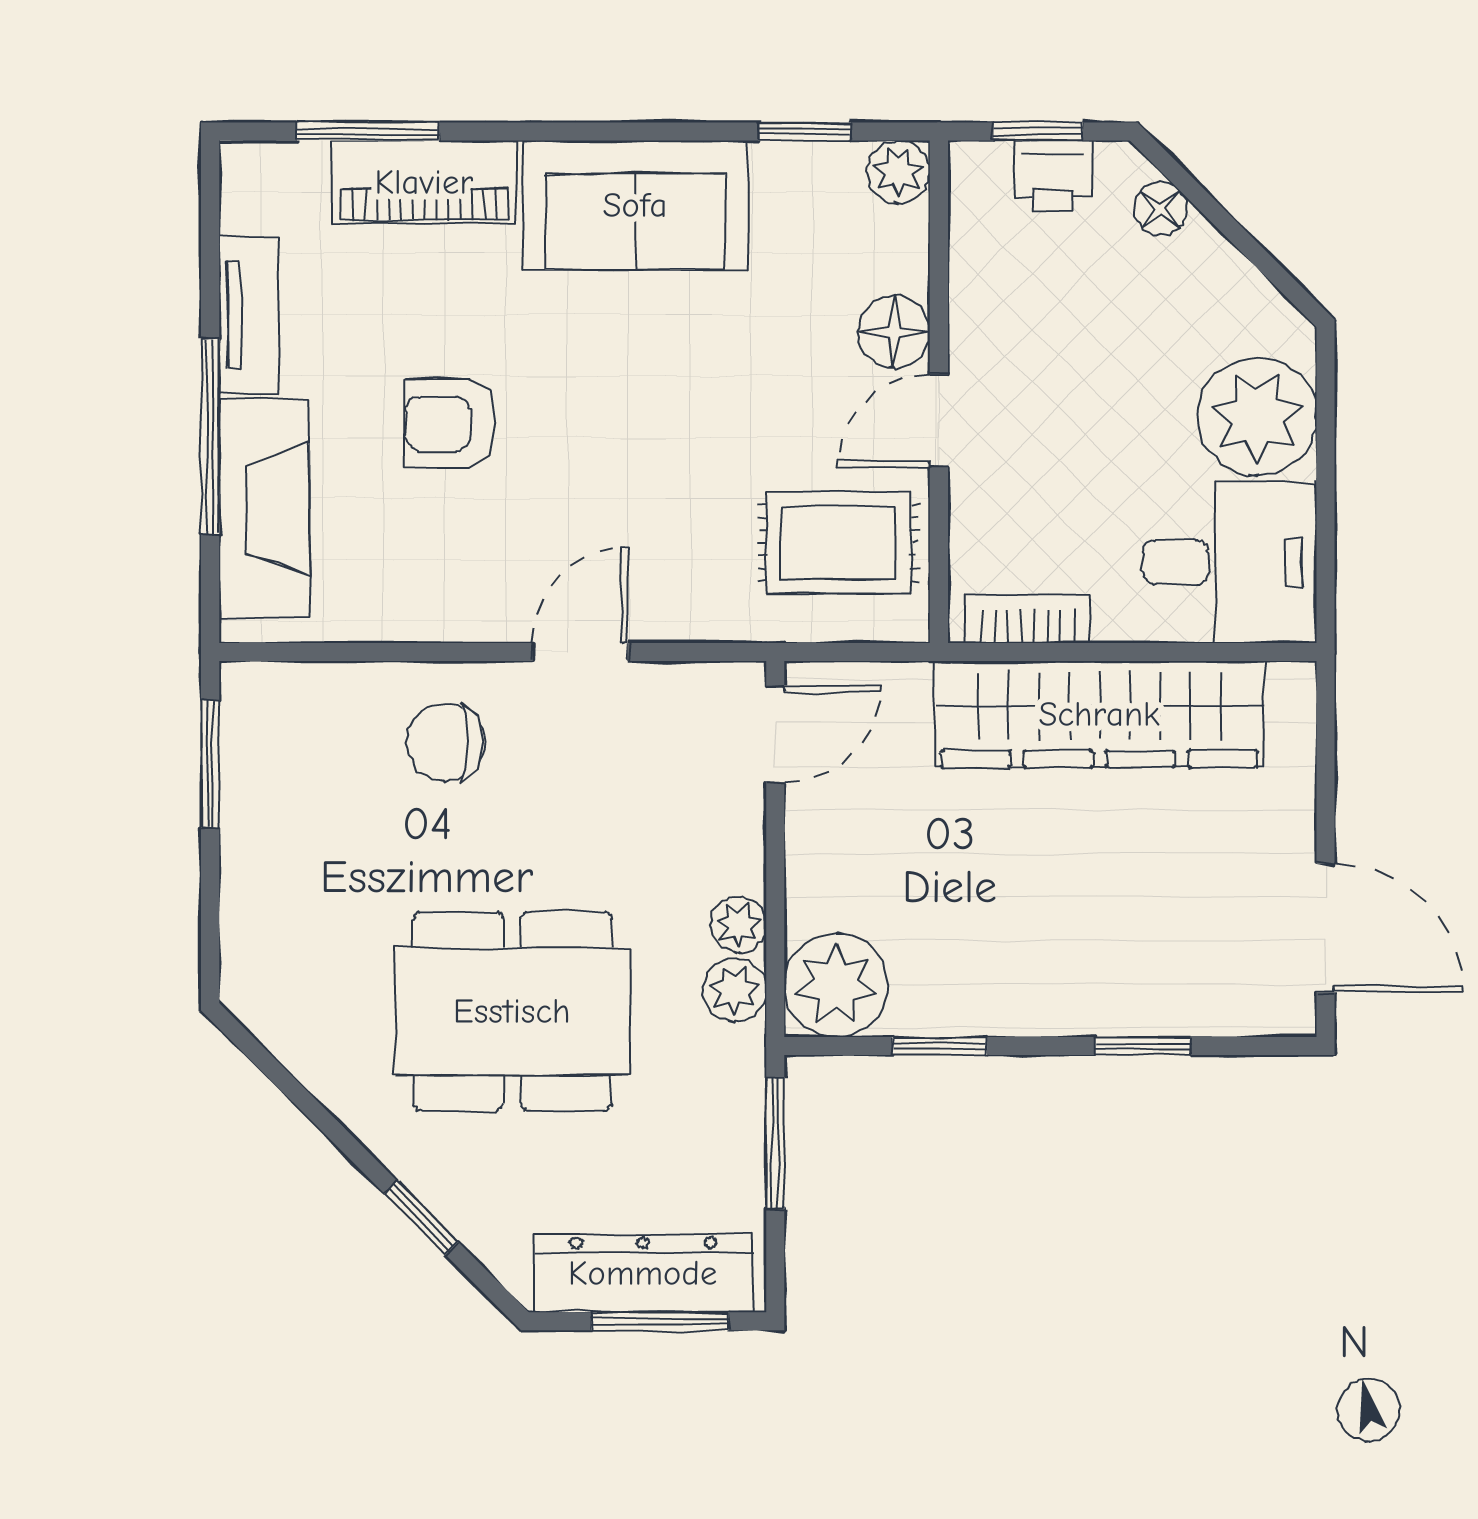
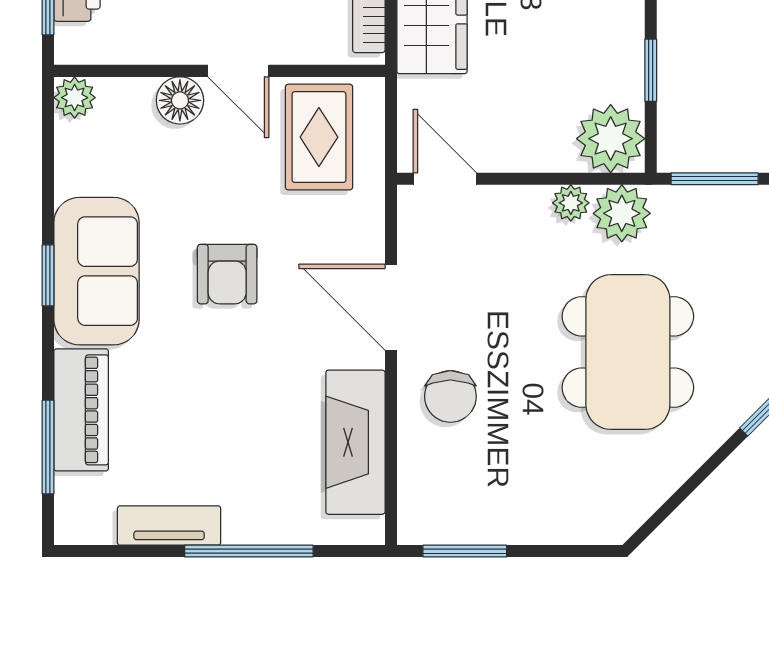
window: (805, 131) -> (48, 275), moved
armchair: (451, 423) -> (227, 274), moved
fireplace: (264, 509) -> (355, 442), moved, turned -90
door: (580, 652) -> (391, 307), width x1.37
plant: (735, 990) -> (622, 213), width x1.38, depth x1.38

